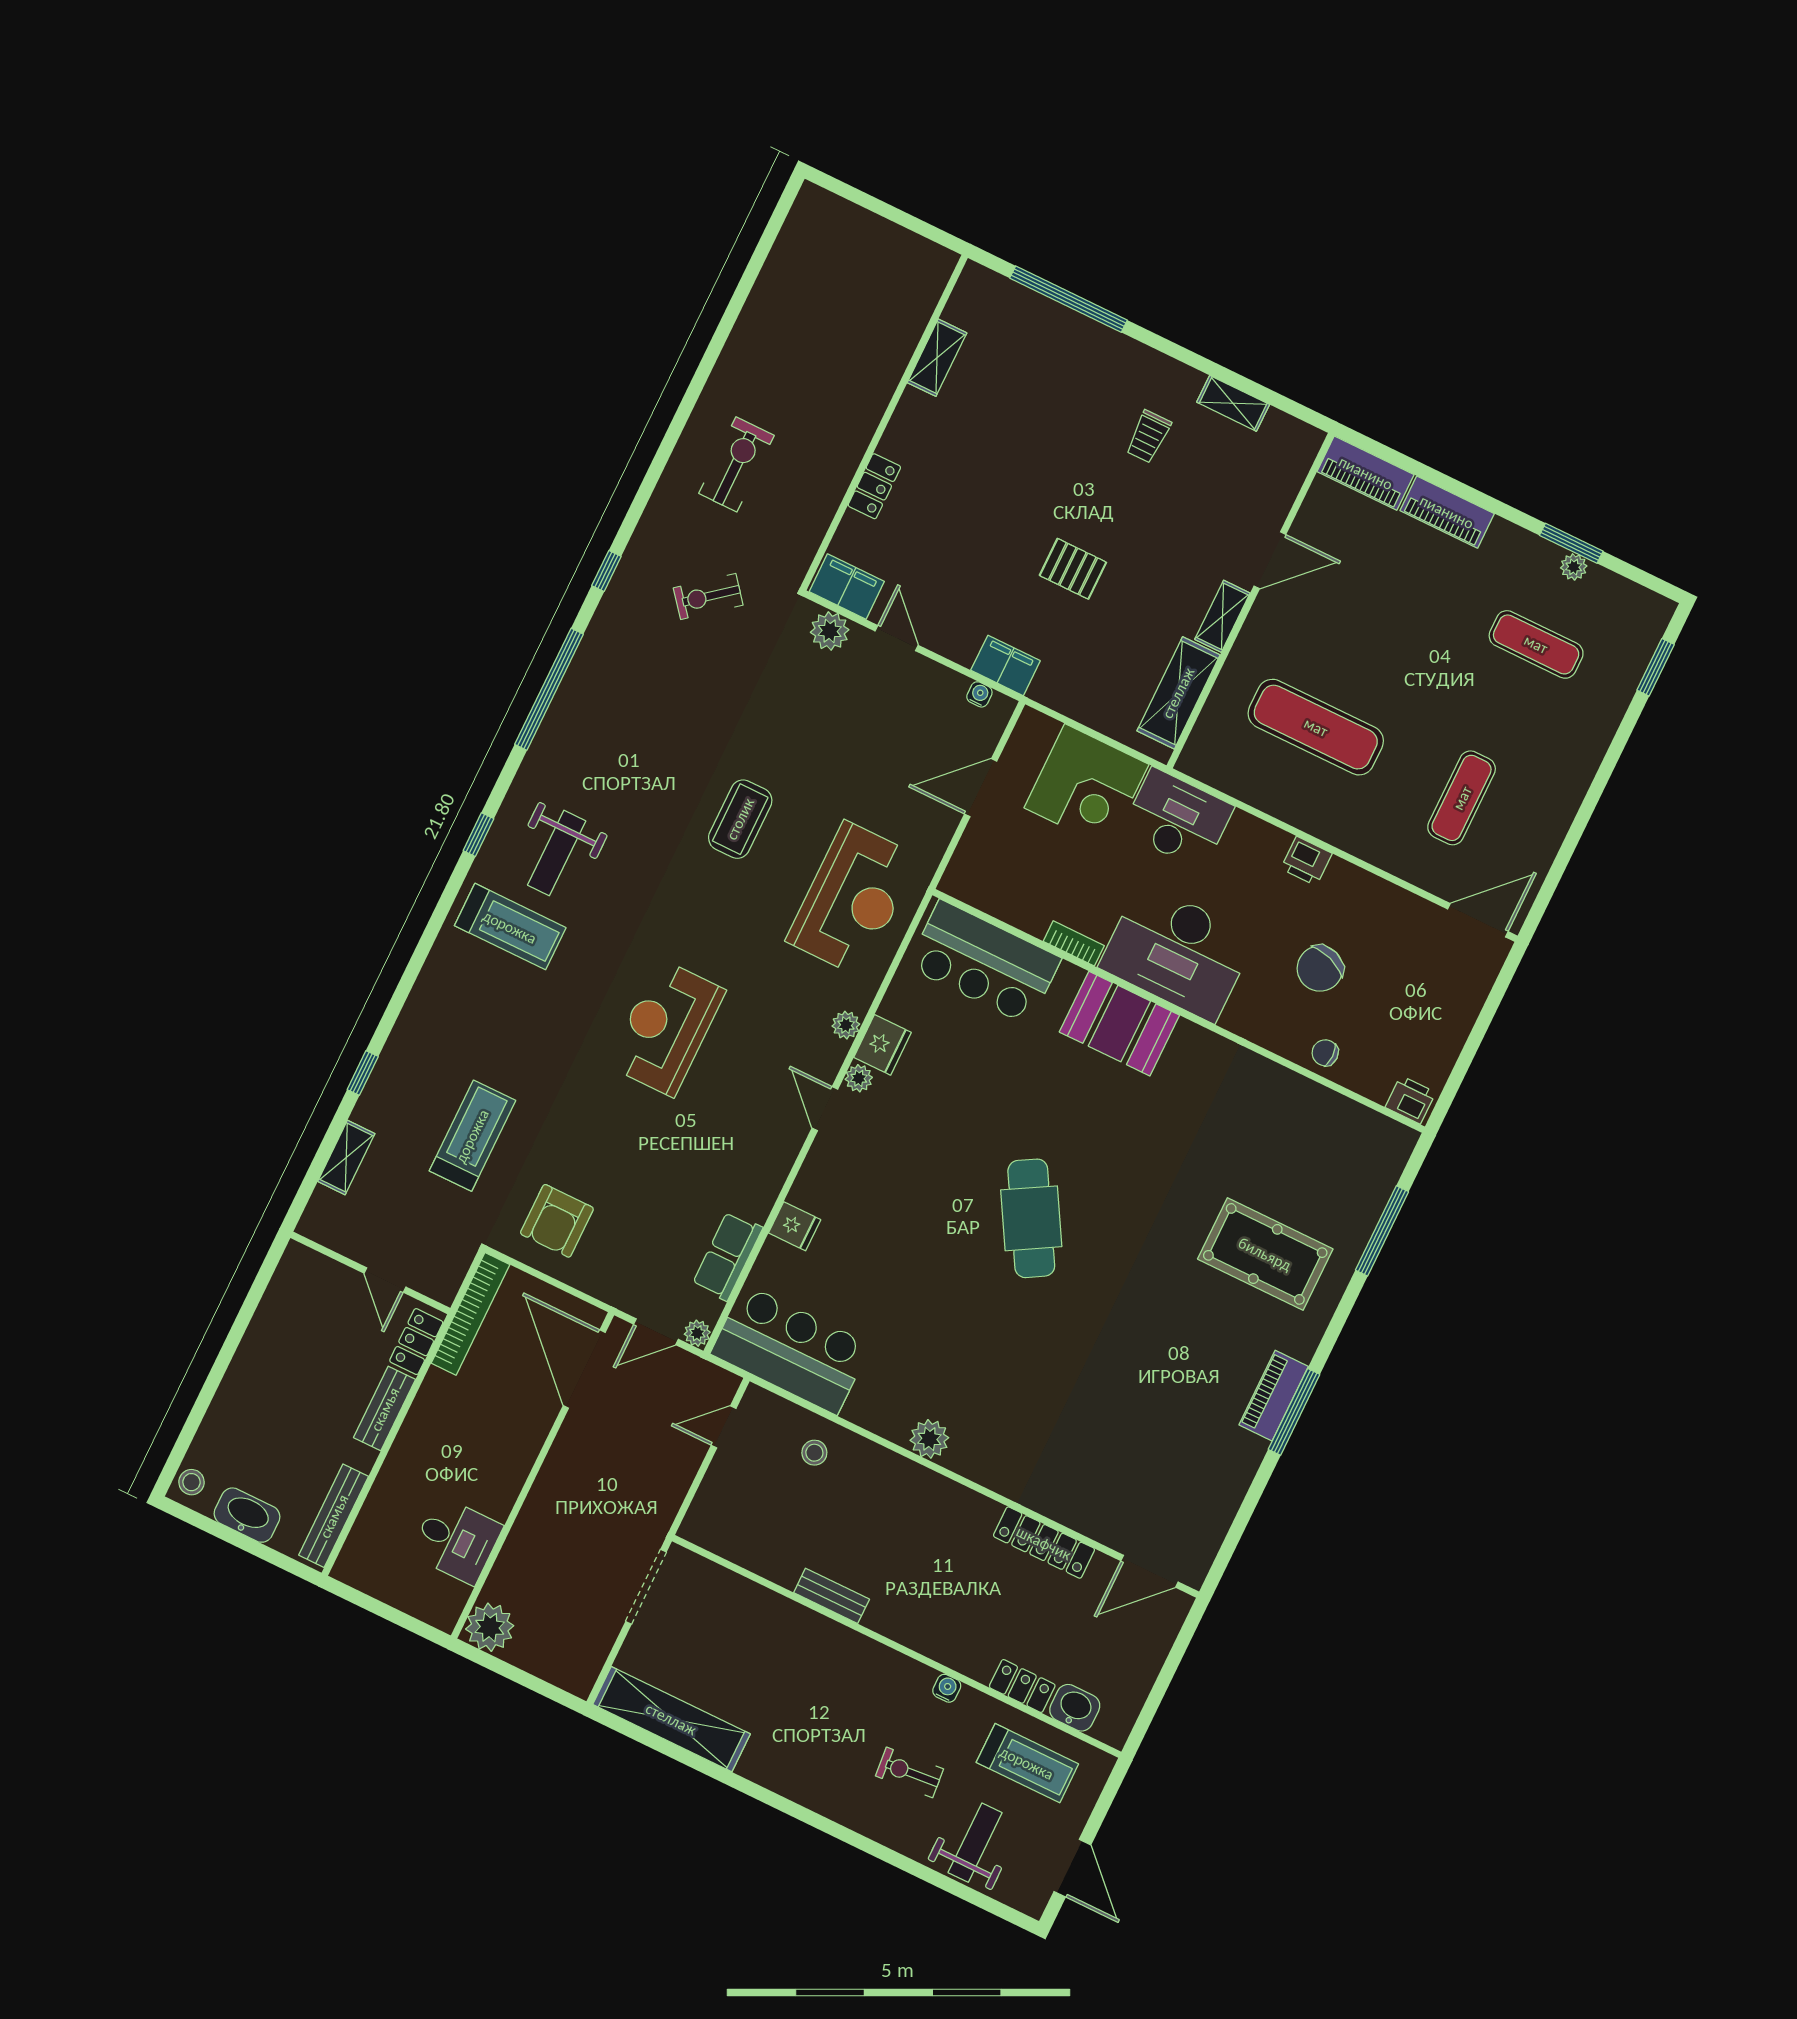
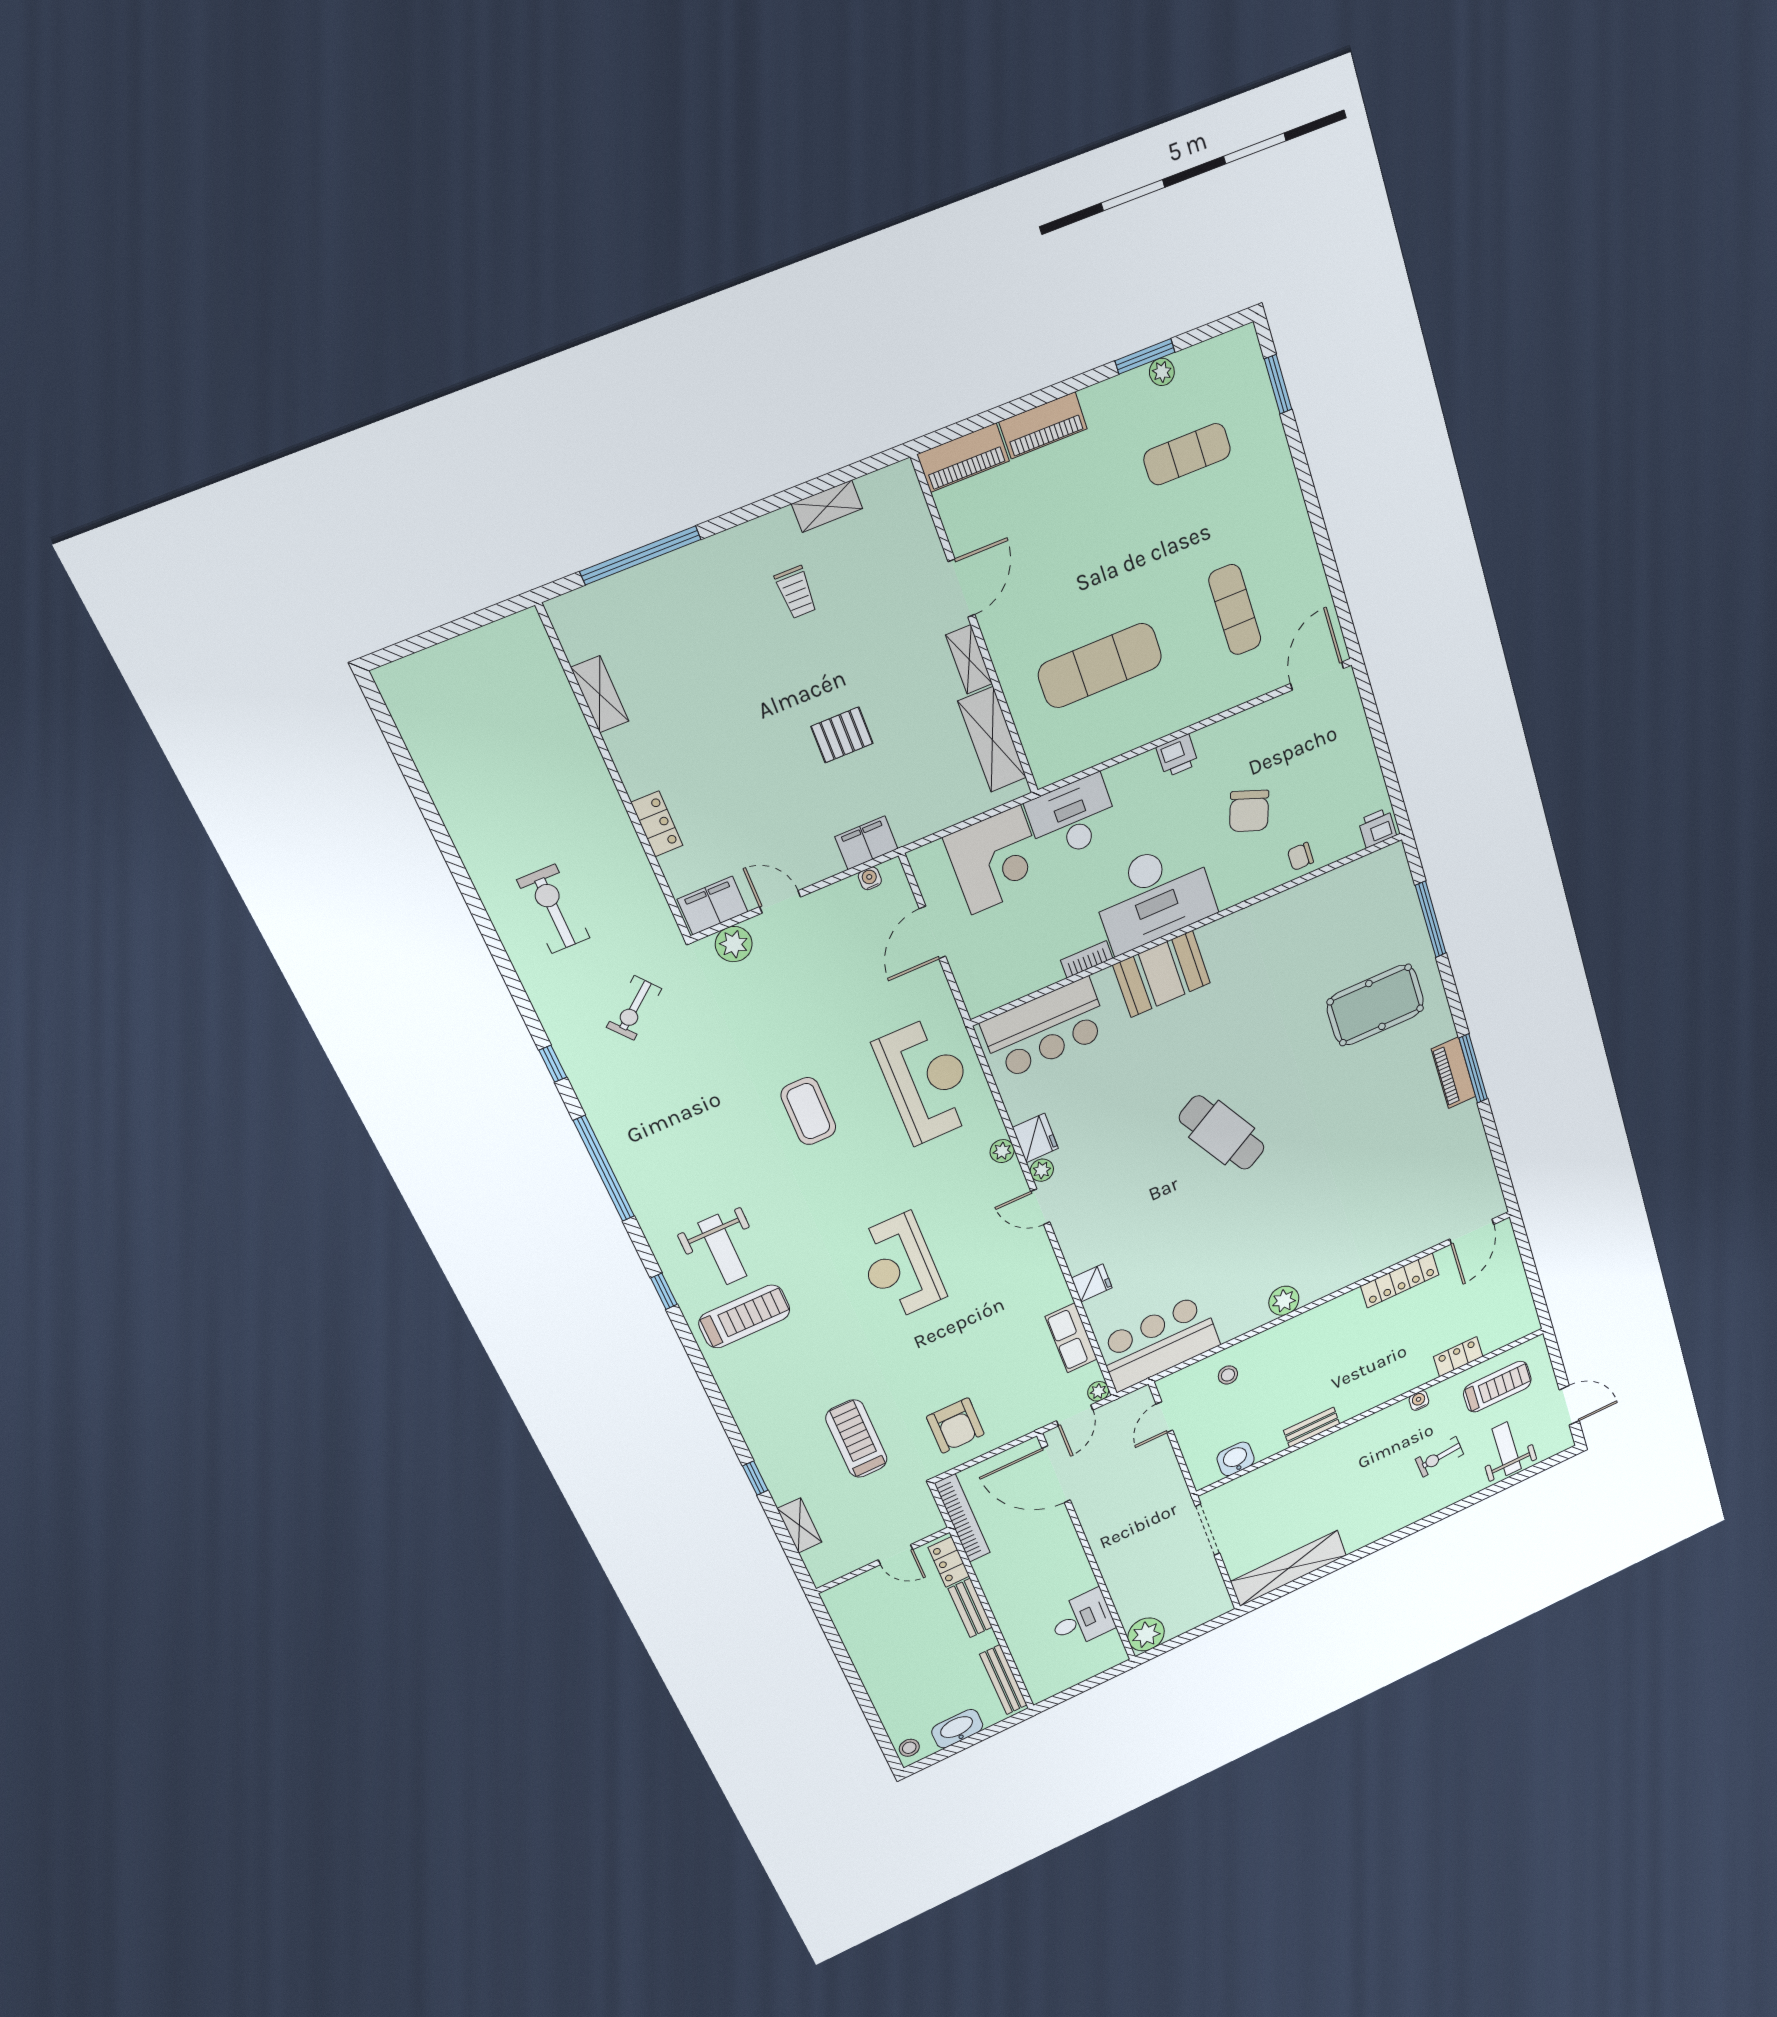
washbasin: (1075, 1708) -> (1236, 1459), moved

